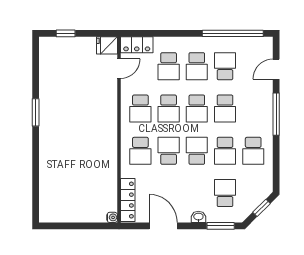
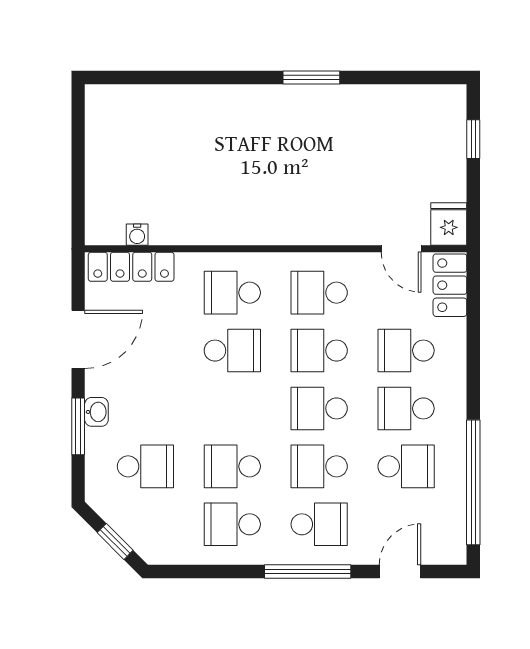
door: (276, 69) -> (400, 571), hinge flipped
school desk: (197, 151) -> (319, 524), moved
water cooler: (112, 217) -> (137, 235), moved
window: (221, 226) -> (78, 426), moved

